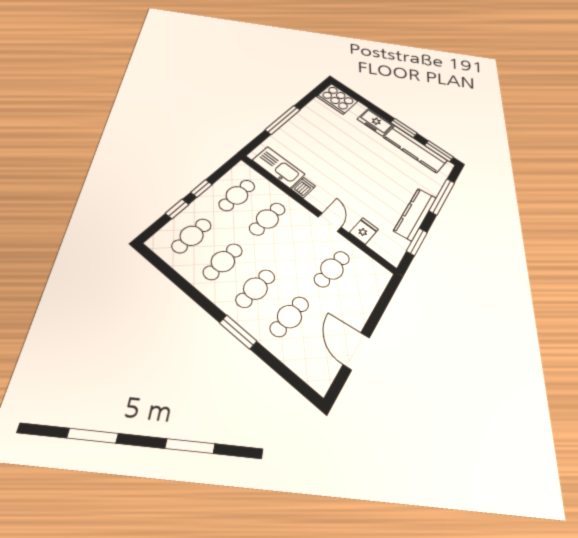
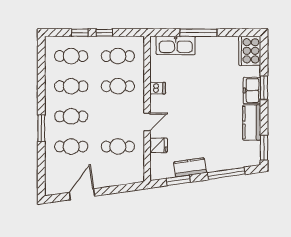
window: (404, 128) -> (264, 88), moved
kitchen counter: (415, 149) -> (252, 123), width x0.67
kitchen sink: (279, 167) -> (176, 45), moved, turned 90
kitchen counter: (415, 214) -> (190, 167), width x0.67

